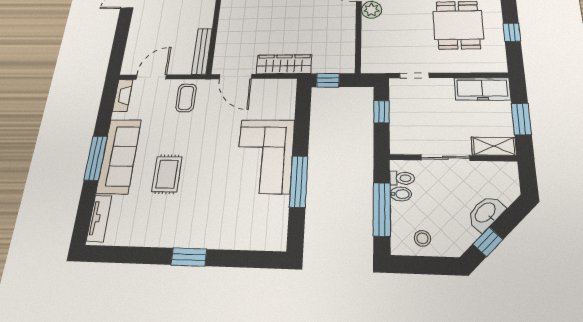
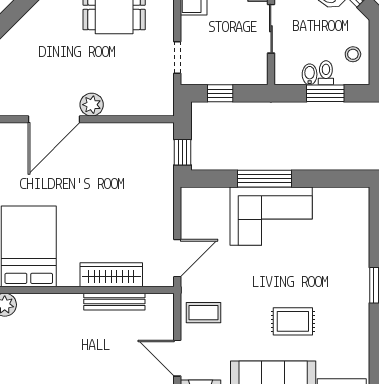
bench: (202, 51) -> (114, 302), moved
wardrobe: (284, 64) -> (111, 275), moved, turned 90
toilet: (402, 178) -> (326, 73), moved
window: (299, 181) -> (265, 179), moved
window: (382, 209) -> (325, 93), width x0.69

